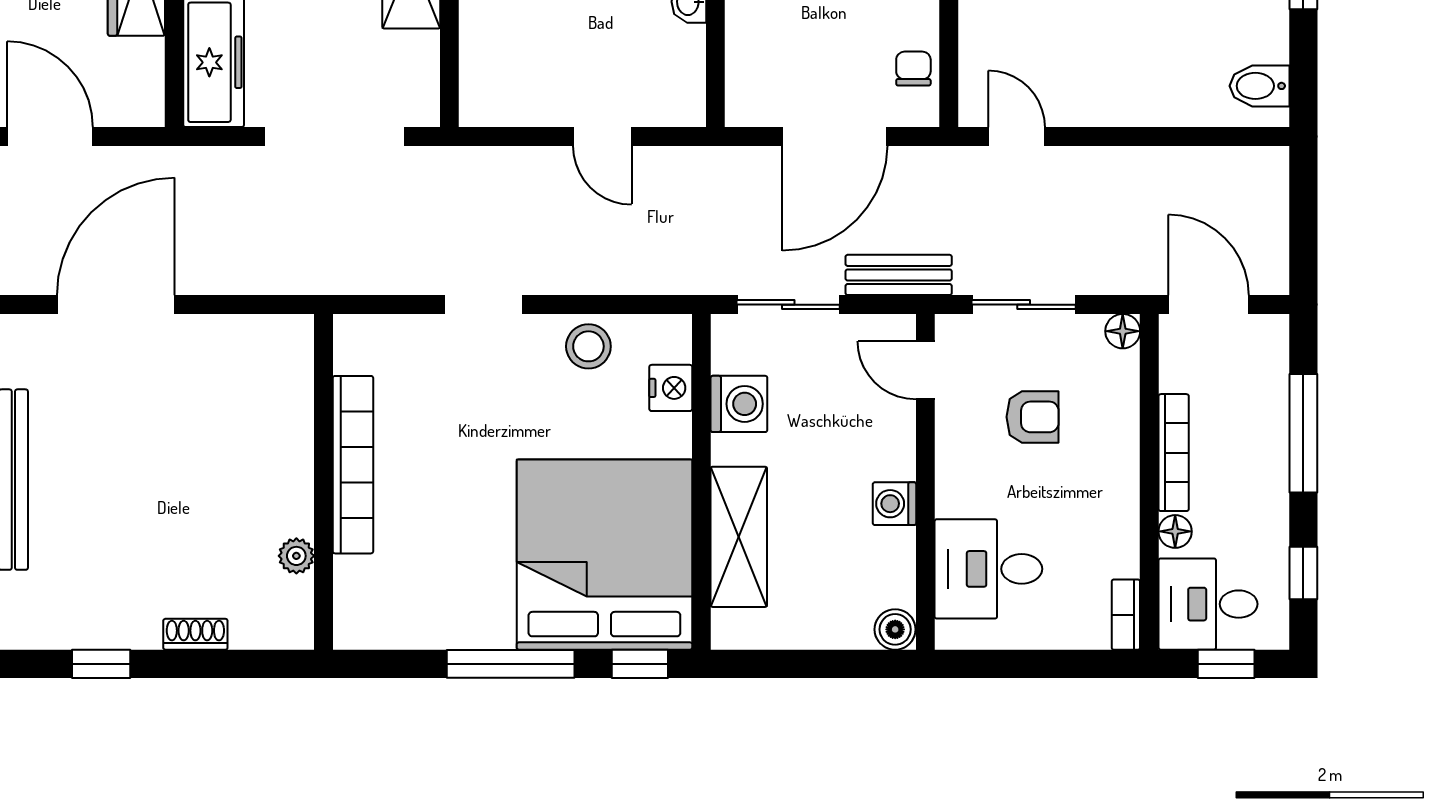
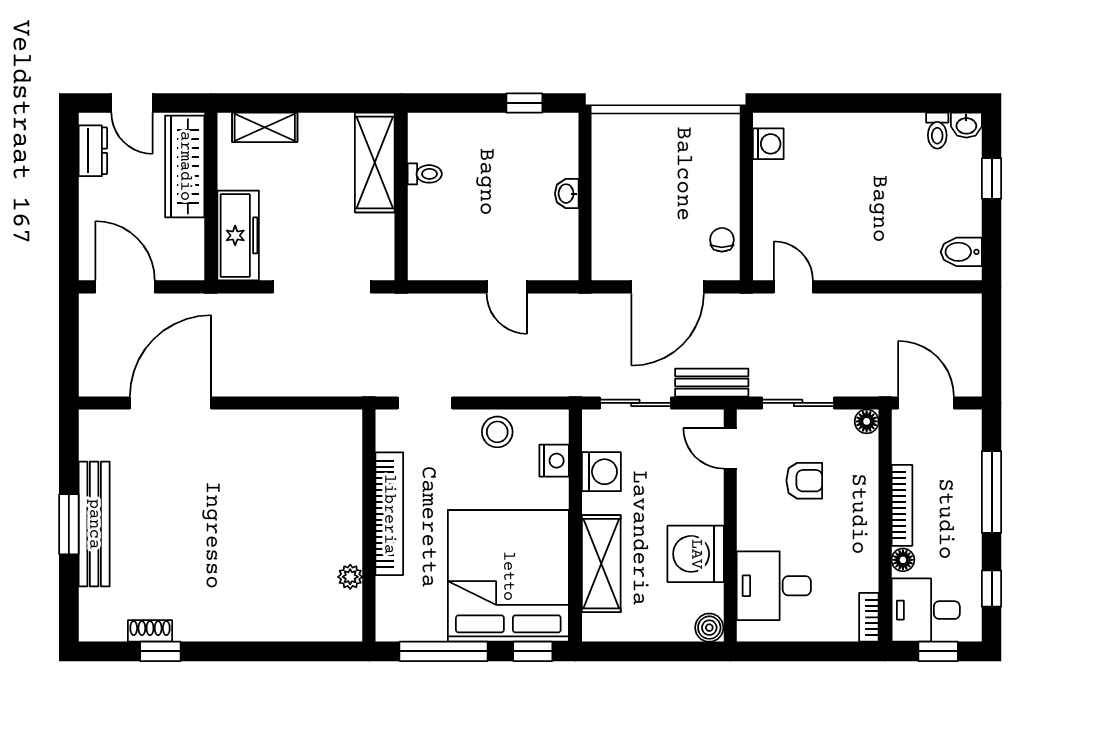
bookcase: (353, 465) -> (389, 514), moved
wall: (323, 482) -> (369, 526), moved
washing machine: (894, 504) -> (696, 554), width x1.89, depth x1.89
plant: (296, 556) -> (350, 577), moved
shoe rack: (195, 634) -> (150, 631), moved

